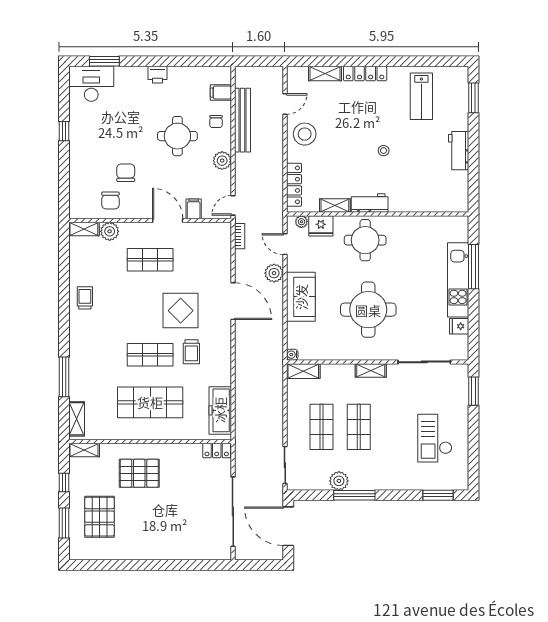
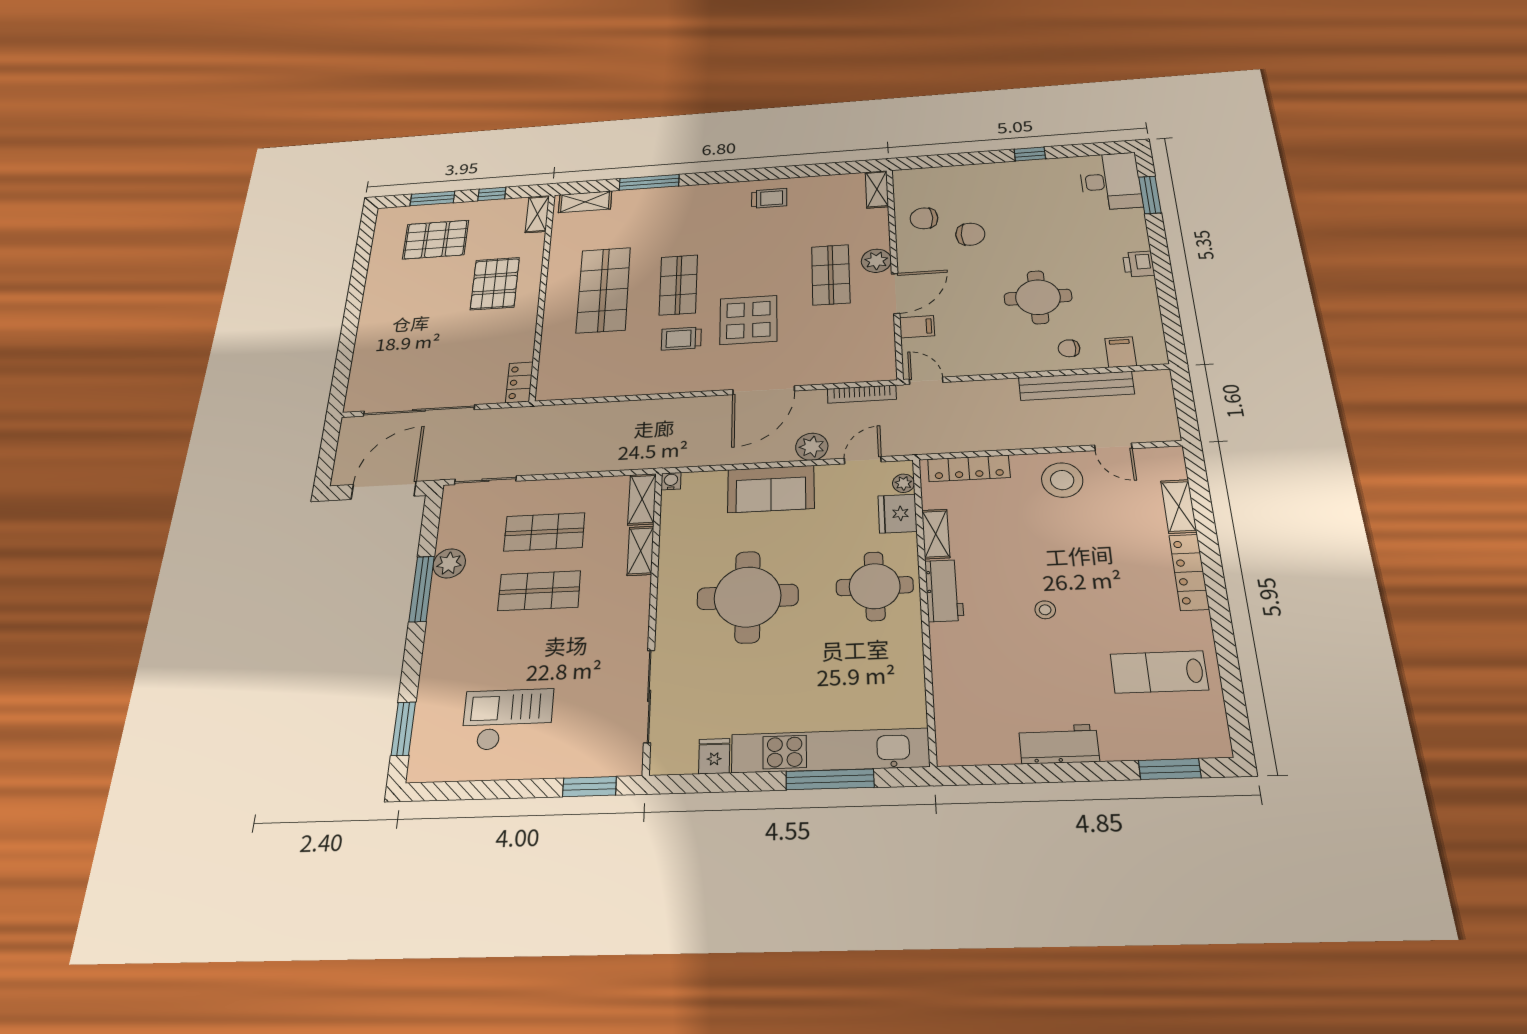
plant: (222, 161) -> (1002, 361), removed
plant: (110, 231) -> (876, 261), moved
bookcase: (240, 236) -> (862, 394), width x1.56
kitchen unit: (458, 280) -> (830, 751), width x1.36
shelving: (371, 370) -> (641, 551), moved
freezer: (220, 410) -> (584, 383), removed

